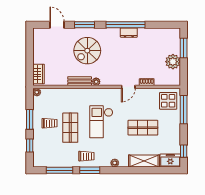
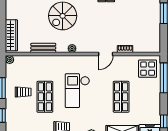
plant: (173, 62) -> (153, 27), removed
wardrobe: (39, 74) -> (11, 35), width x1.50
bench: (80, 81) -> (43, 48), moved
shop shelf: (143, 128) -> (121, 97), turned 90

